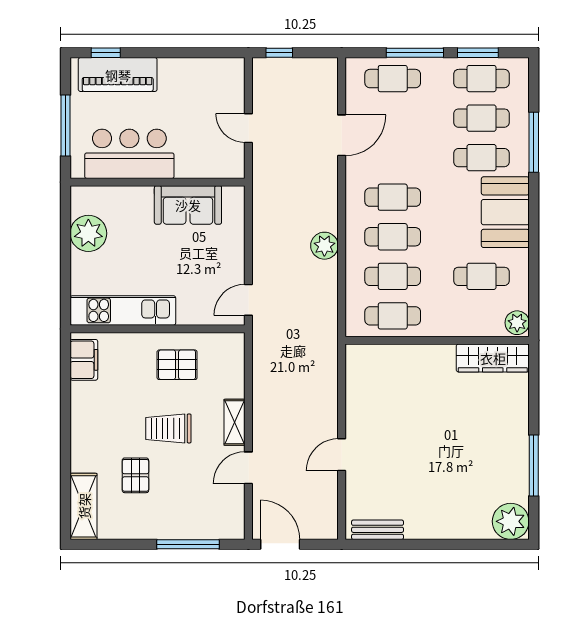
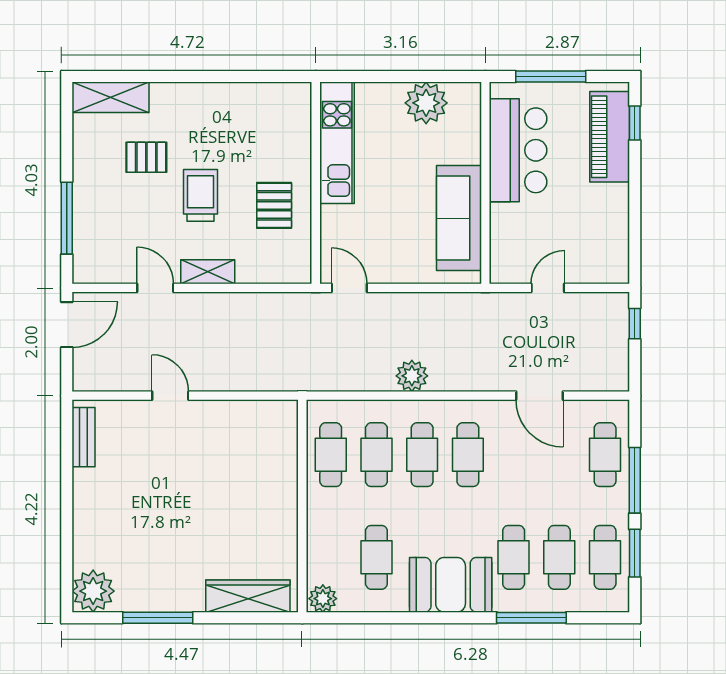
sofa: (188, 205) -> (459, 218), width x1.36
wardrobe: (493, 358) -> (248, 596), moved, turned 90
filing cabinet: (84, 360) -> (280, 98), removed

